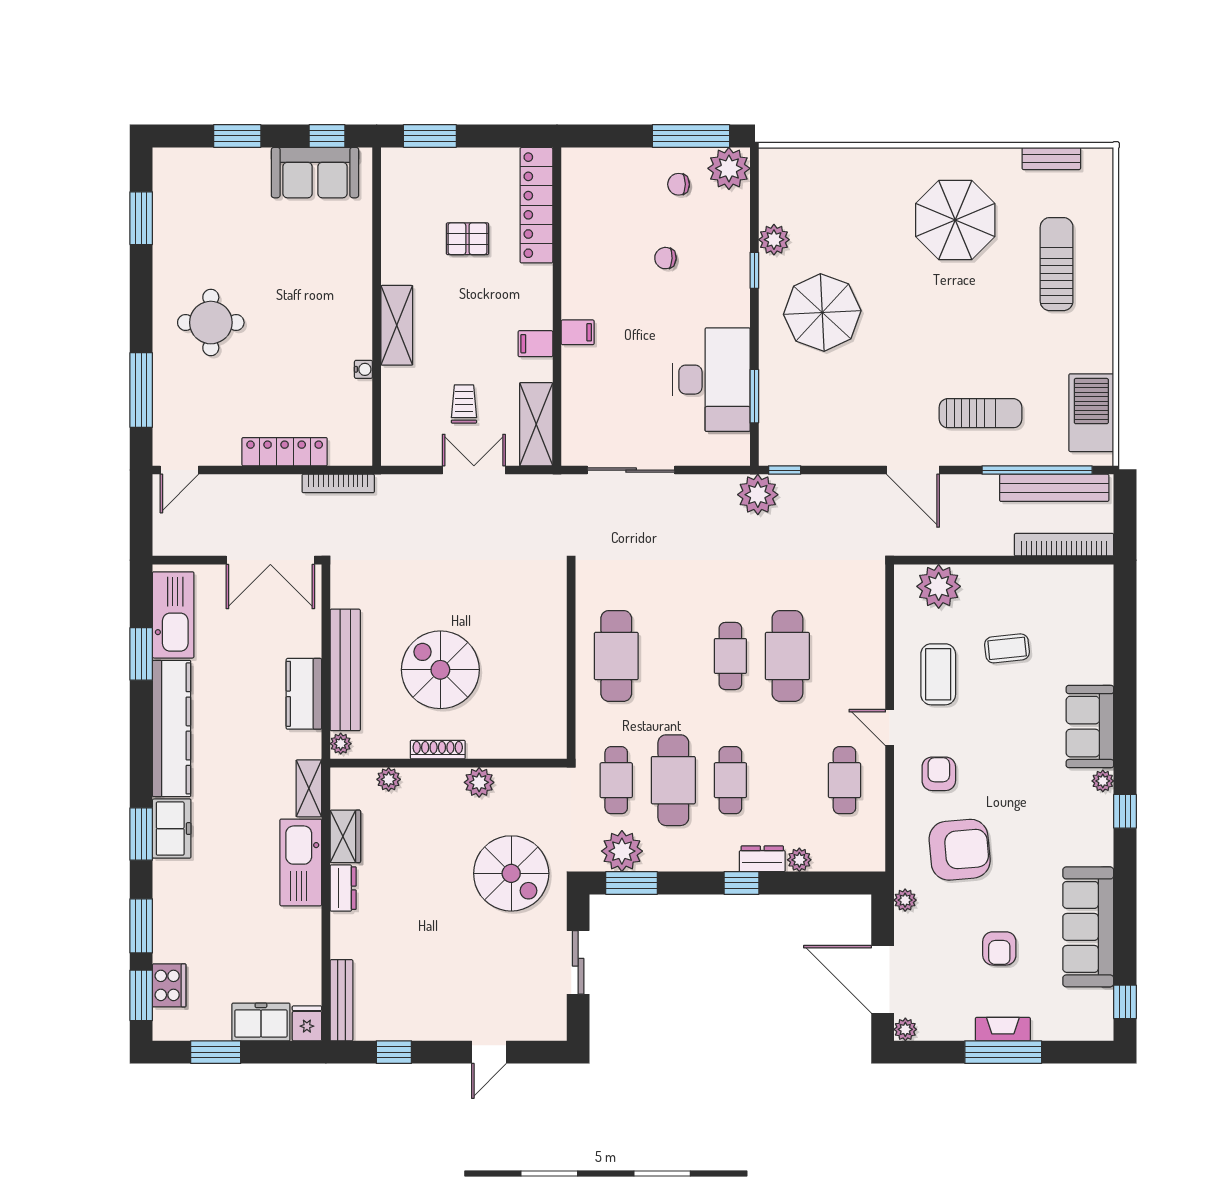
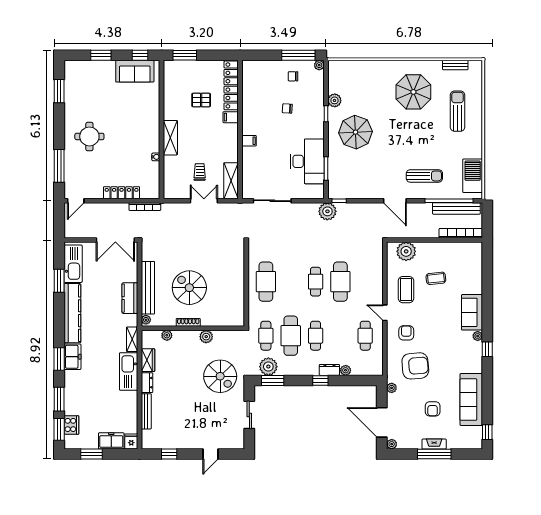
plant: (729, 168) -> (319, 65), width x0.53, depth x0.53
filing cabinet: (535, 344) -> (231, 117), moved
bench: (341, 1000) -> (146, 411), moved

